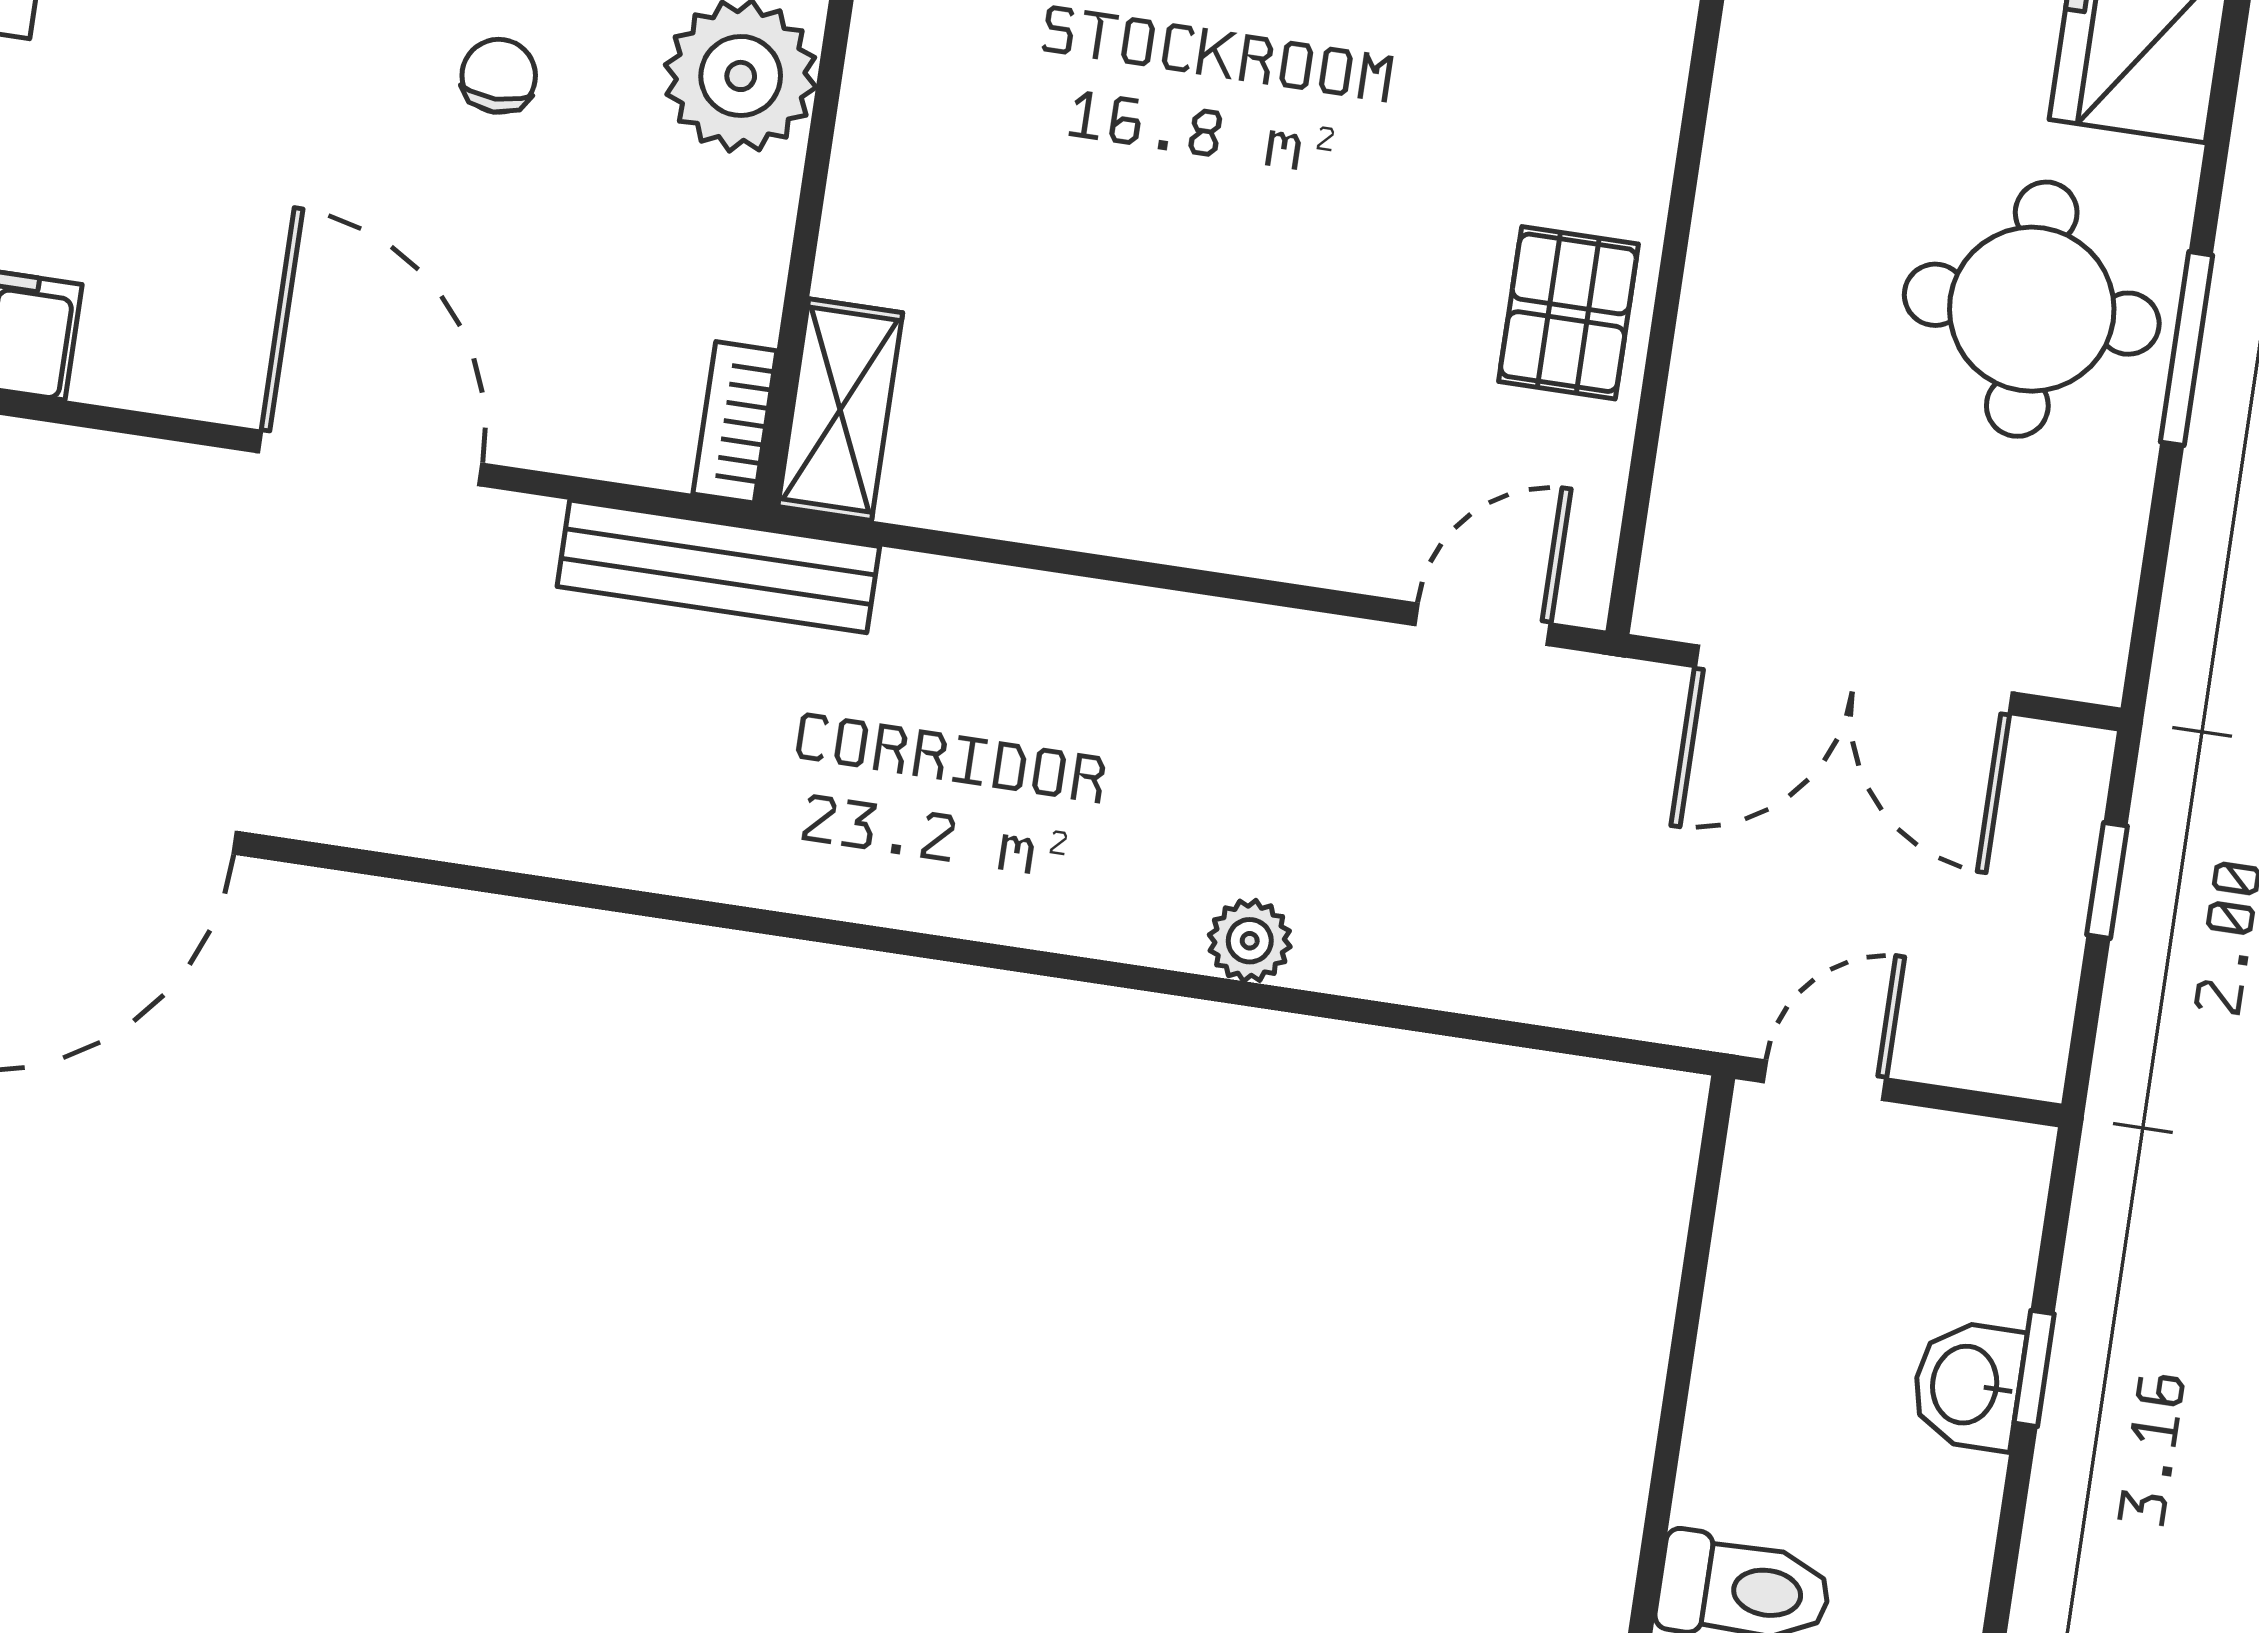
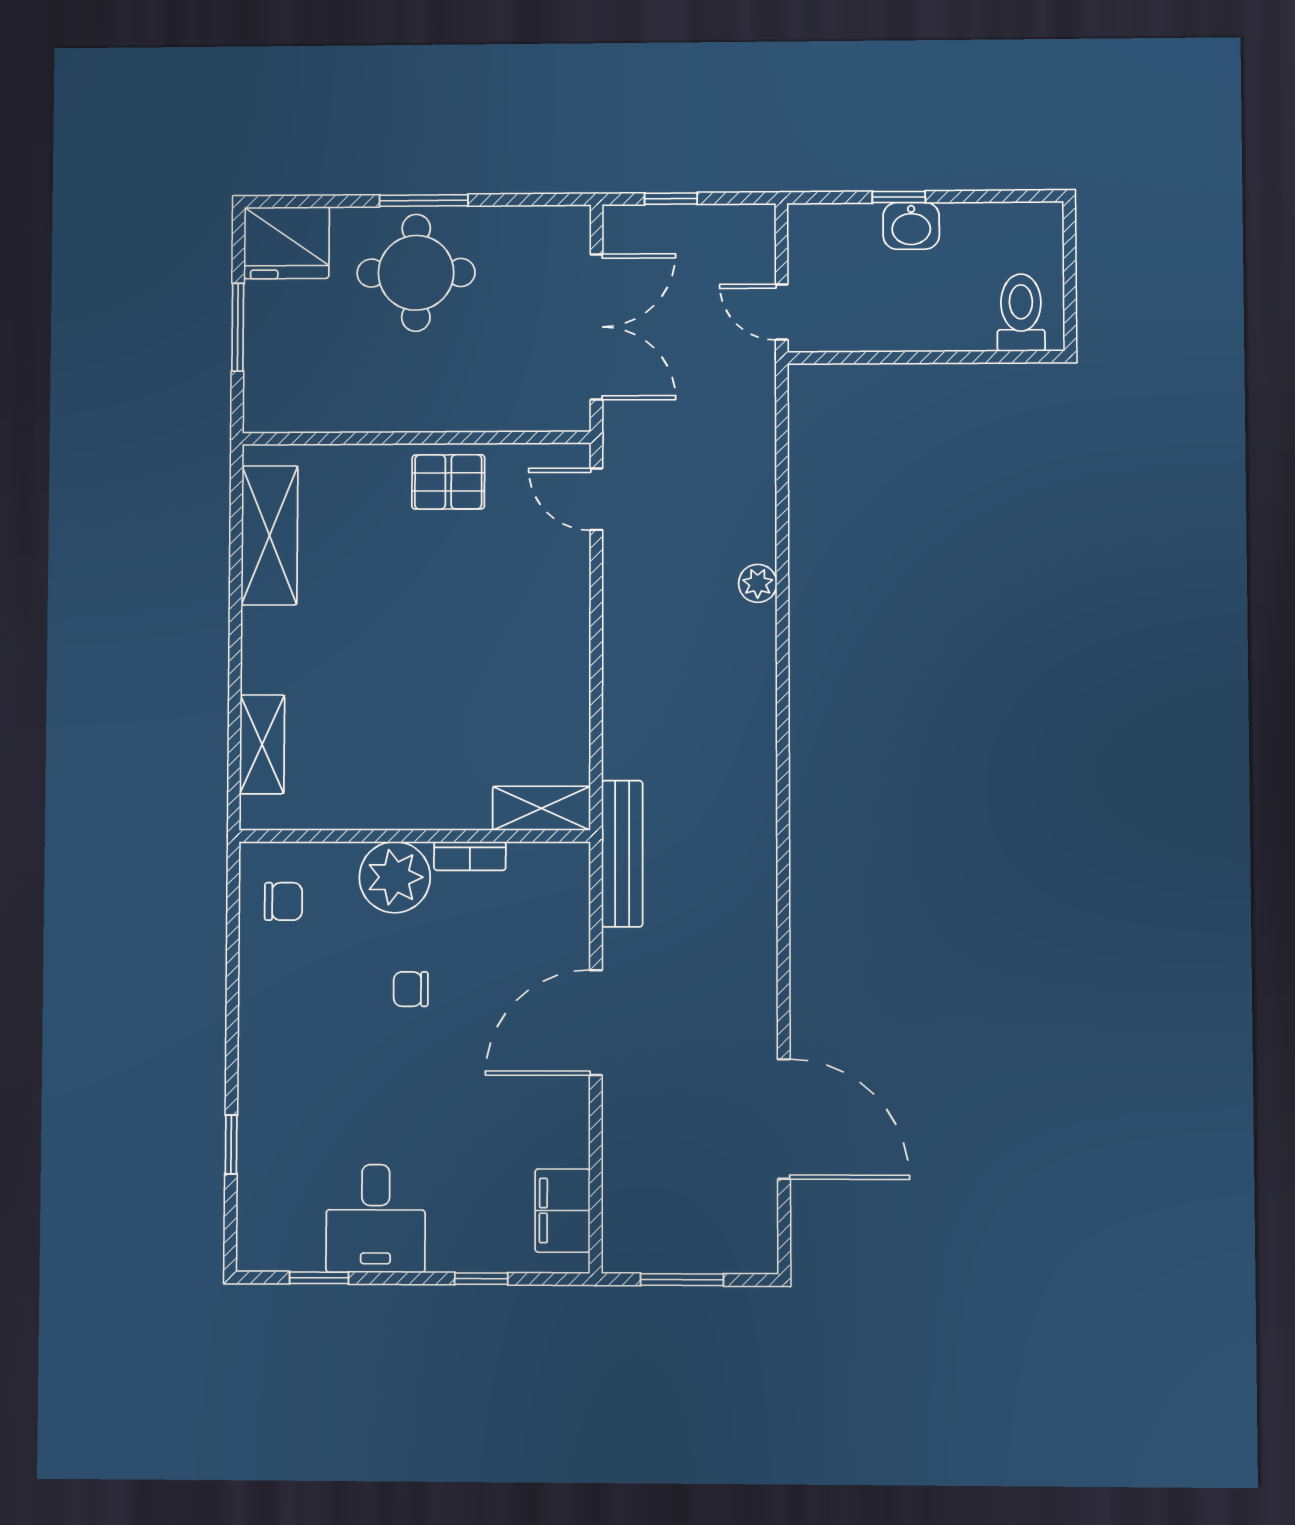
bookcase: (735, 422) -> (470, 856), moved

